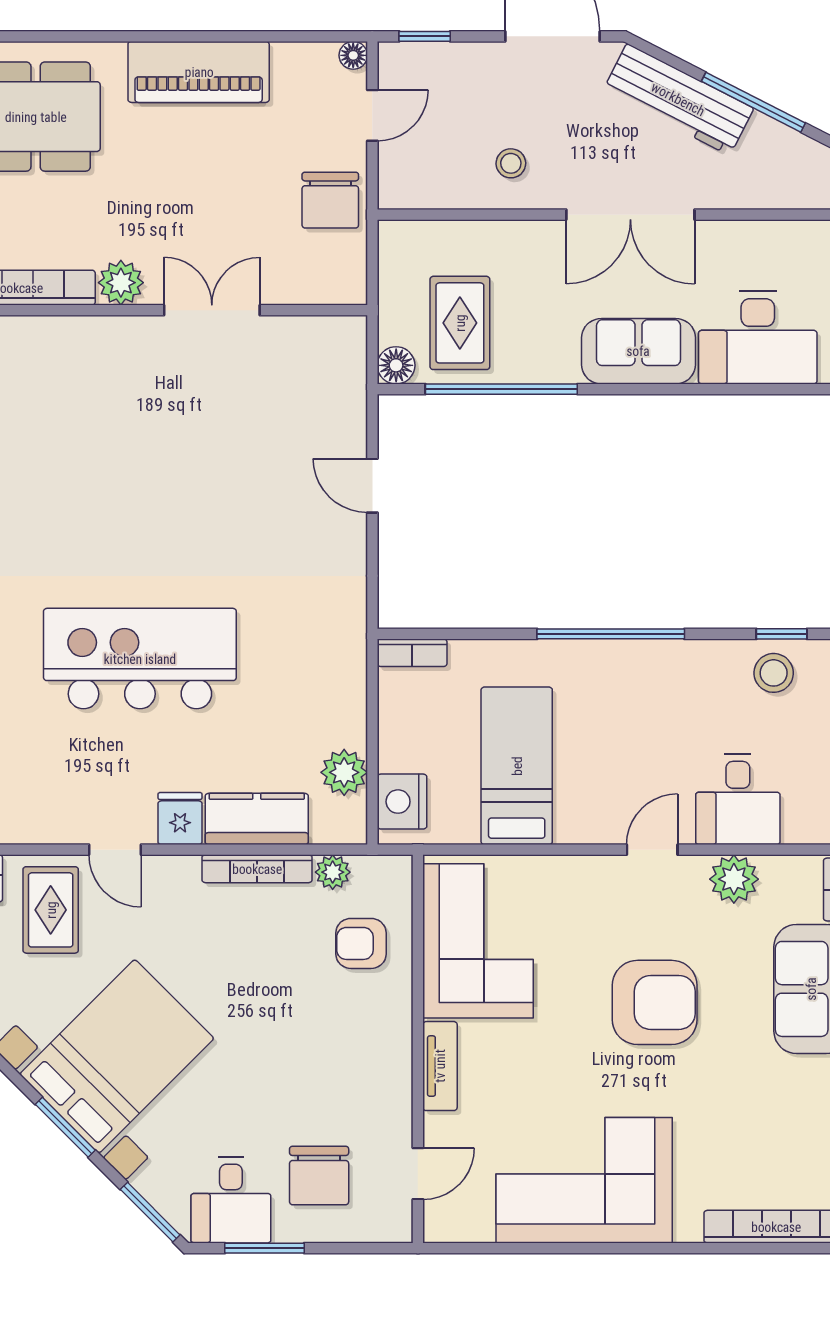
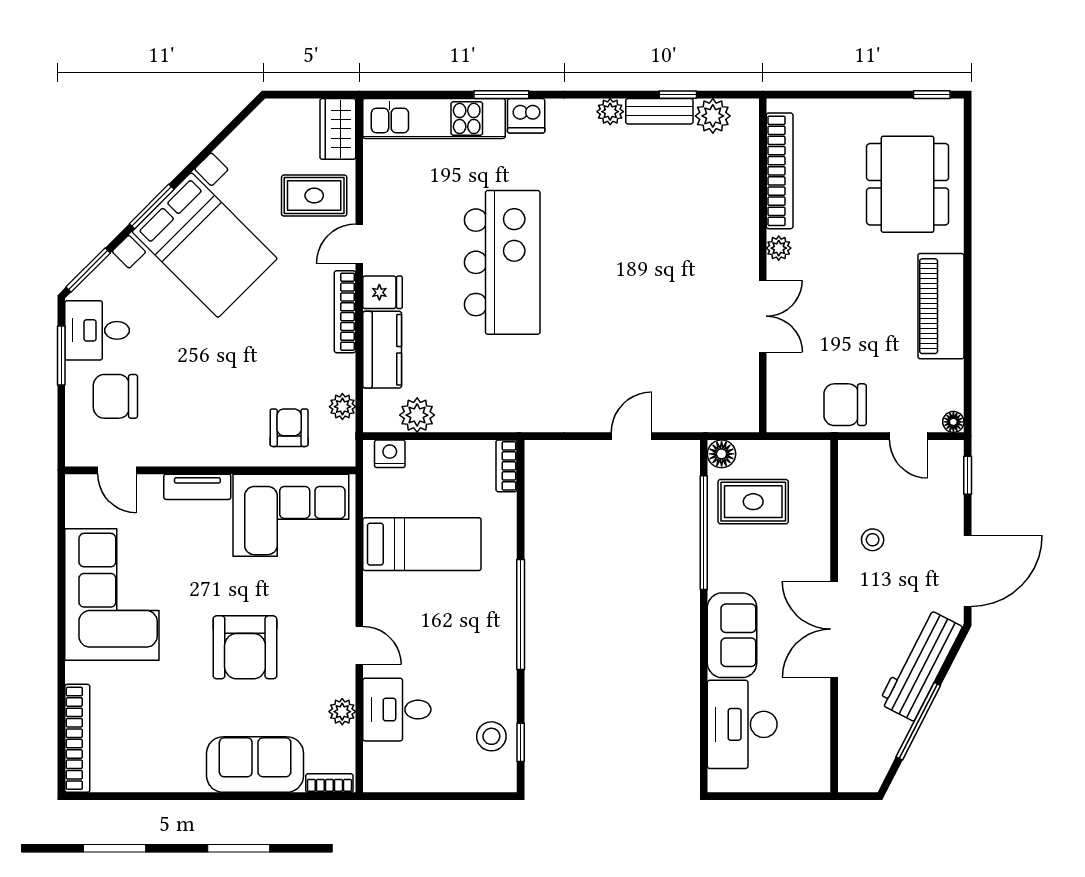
plant: (121, 283) -> (779, 248), width x0.73, depth x0.73
nightstand: (402, 802) -> (390, 454), width x0.74, depth x0.75
bookcase: (257, 869) -> (345, 312), moved
plant: (734, 879) -> (342, 712), width x0.73, depth x0.73

